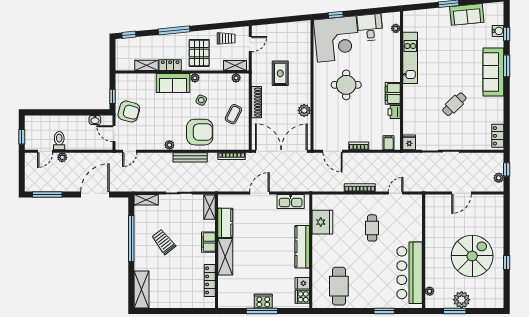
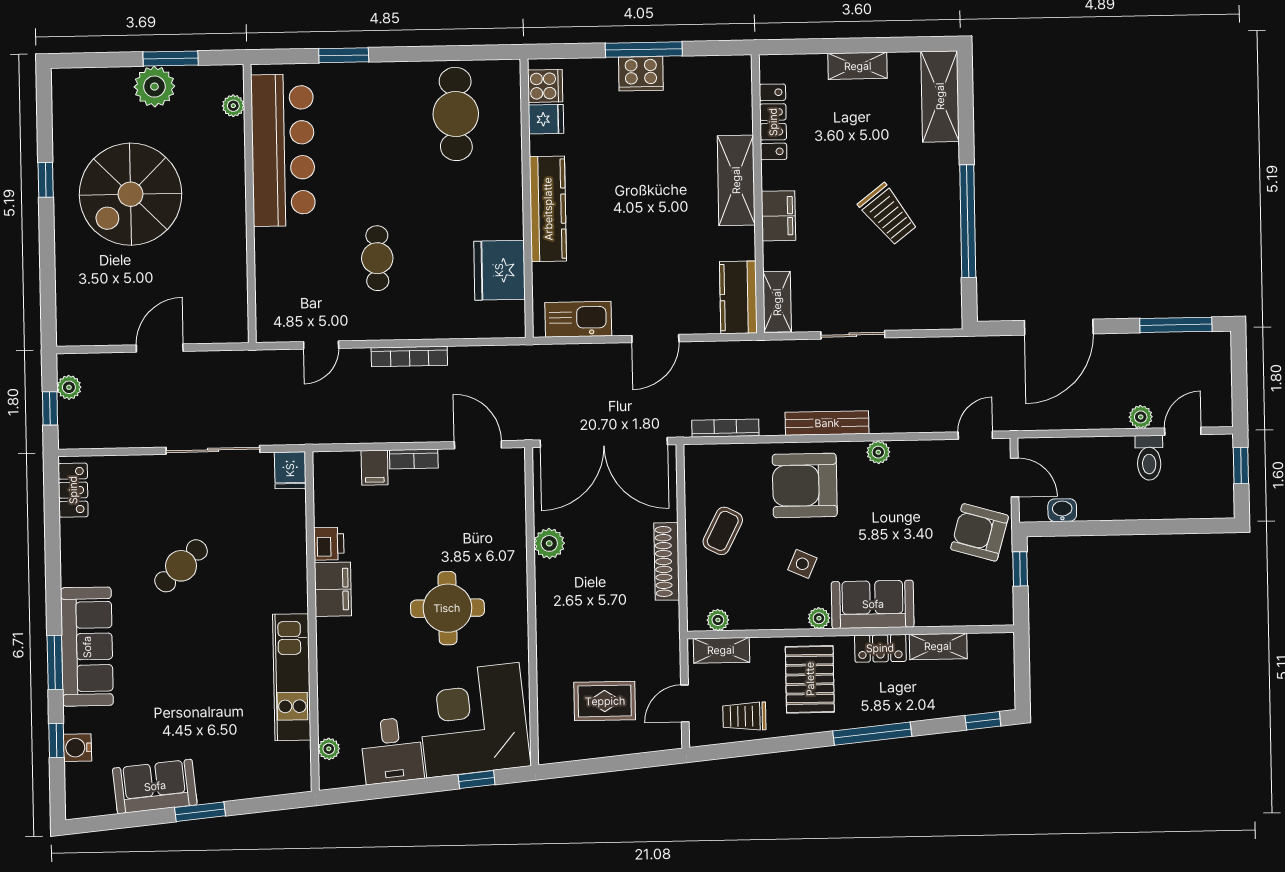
rug: (280, 73) -> (605, 701), moved, turned 90
filing cabinet: (389, 143) -> (375, 468), moved
shelving: (146, 200) -> (858, 66), moved
kitchen counter: (225, 223) -> (738, 297), moved

